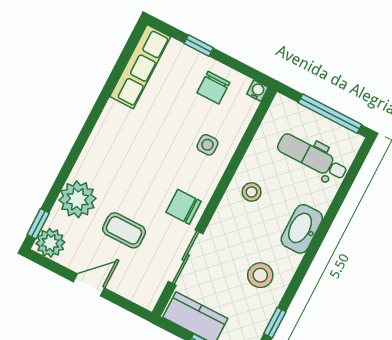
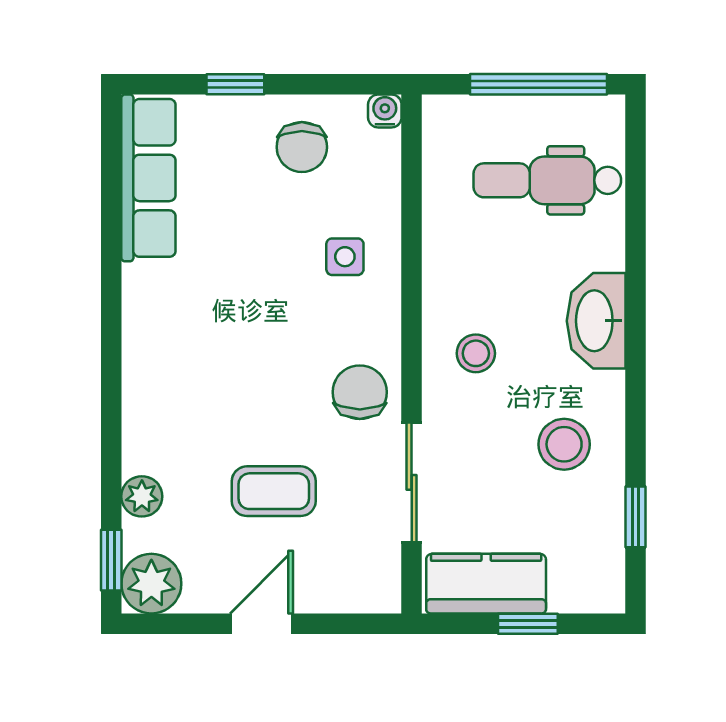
stool: (252, 192) -> (476, 353), moved
plant: (77, 199) -> (142, 496), width x0.53, depth x0.53
chair: (183, 207) -> (360, 392), turned 90

